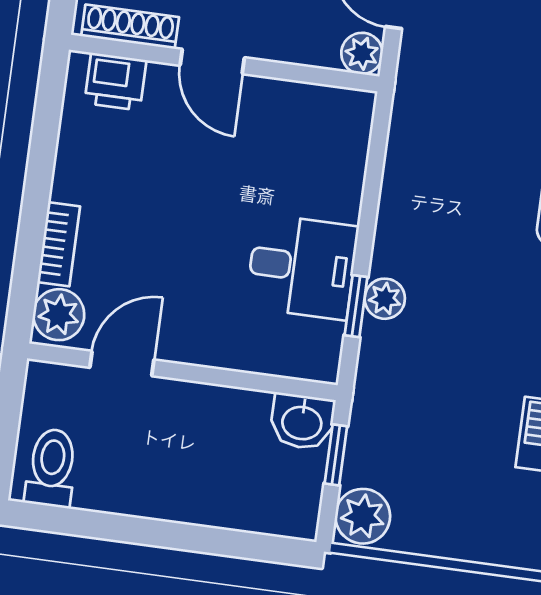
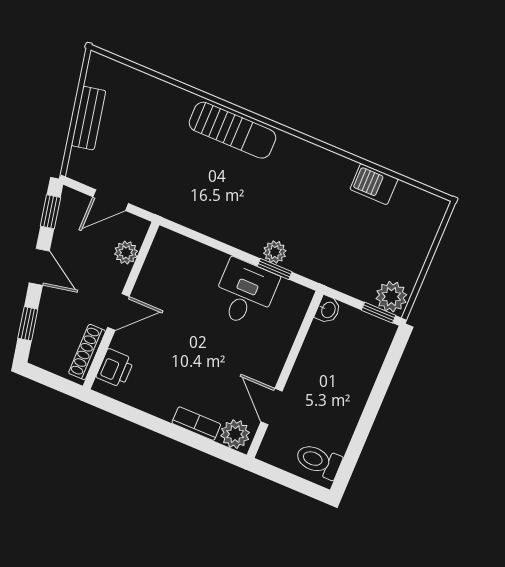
plant: (362, 53) -> (126, 253), moved
washbasin: (302, 422) -> (328, 310), width x0.72, depth x0.69
window: (336, 455) -> (379, 313), moved

